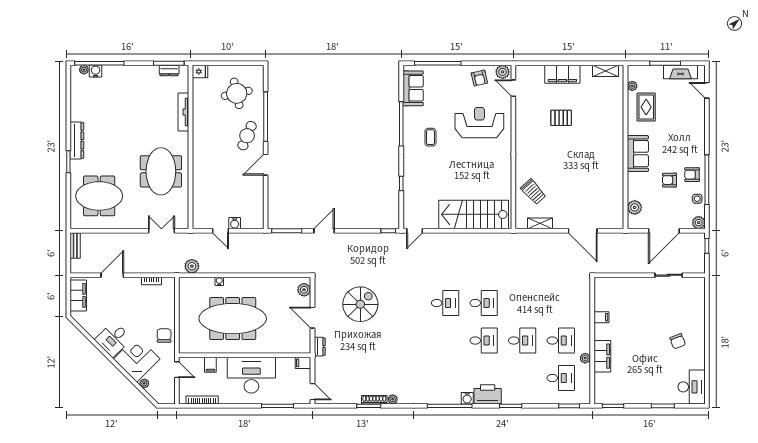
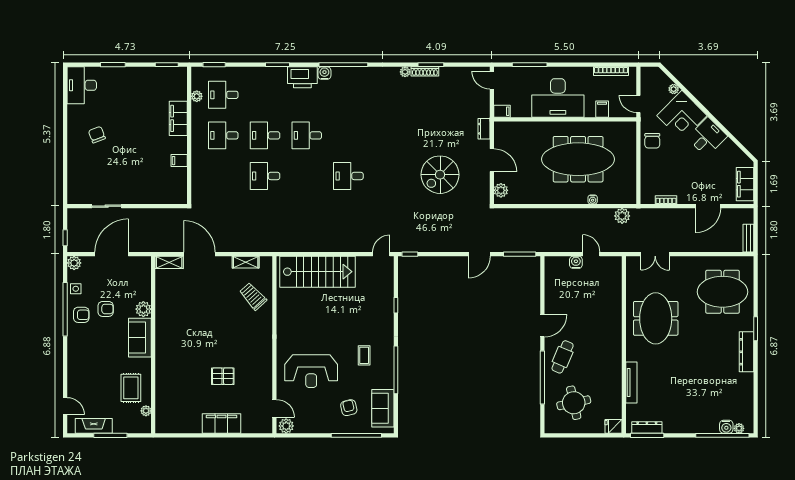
dresser: (169, 70) -> (647, 427), width x1.44
shelving: (605, 71) -> (169, 262), moved
armchair: (479, 78) -> (349, 408), moved
plant: (635, 207) -> (143, 309), moved
desk: (484, 303) -> (265, 176), moved
plant: (585, 358) -> (197, 96), moved

